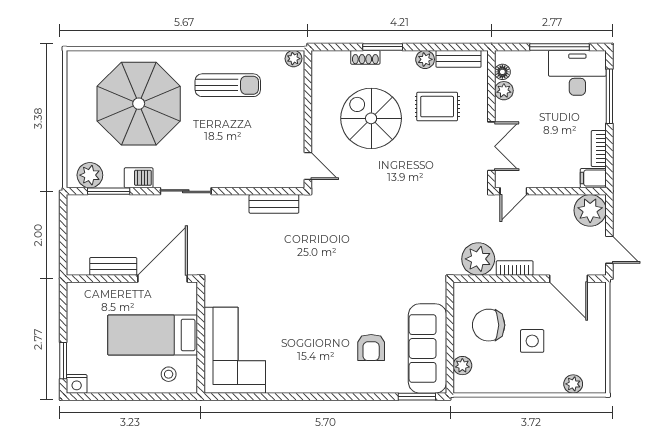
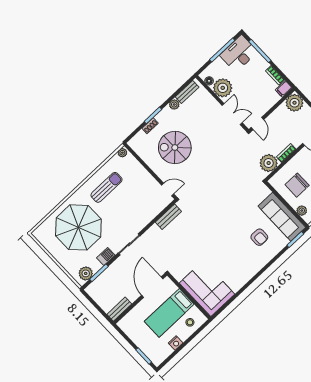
plant: (504, 91) -> (223, 88), width x1.88, depth x1.88
rug: (437, 107) -> (196, 119), removed
bench: (113, 266) -> (119, 309), moved
nightstand: (77, 384) -> (176, 343), moved

